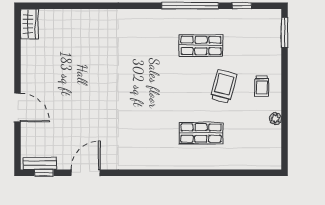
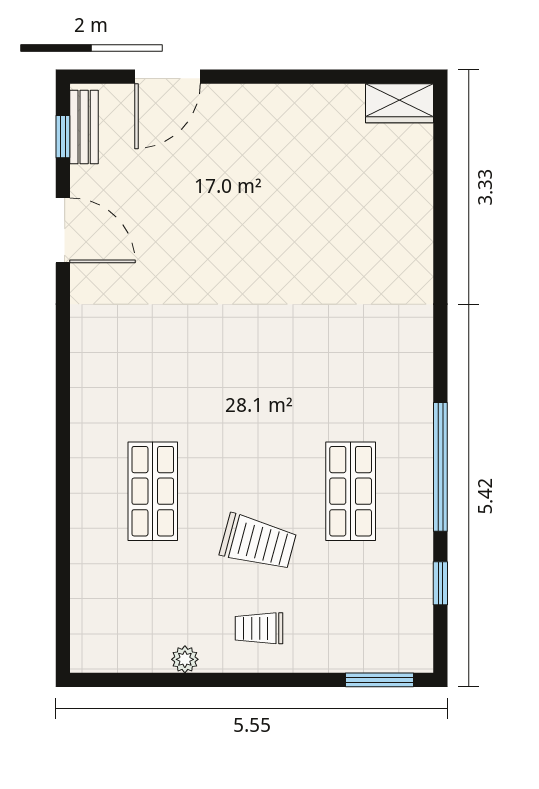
door: (17, 108) -> (168, 77), moved

